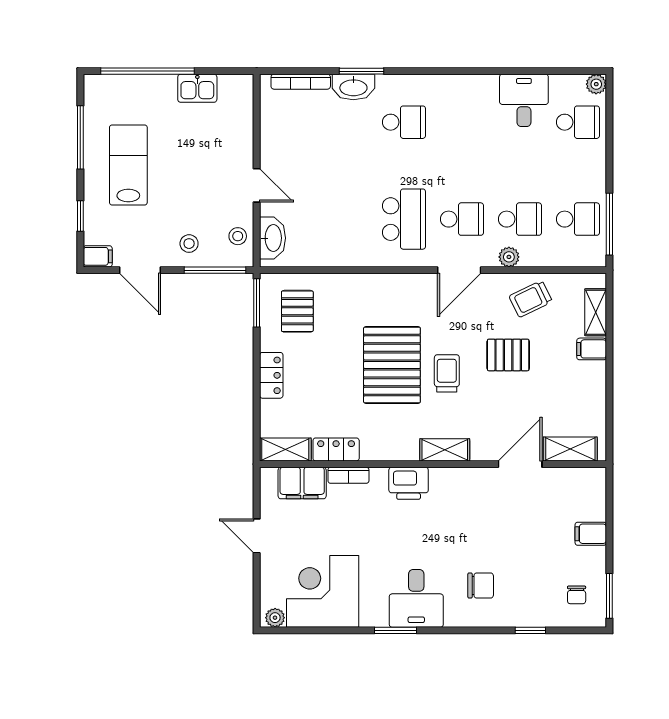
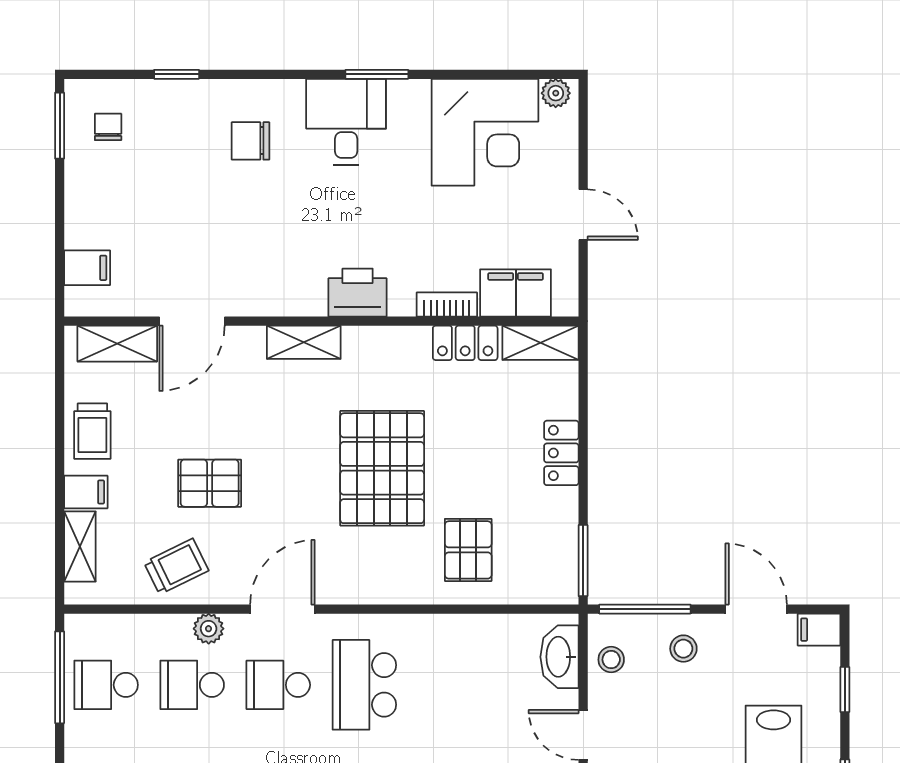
pallet: (297, 311) -> (468, 550), moved
trolley: (447, 373) -> (92, 431), moved
filing cabinet: (591, 534) -> (87, 268), moved

